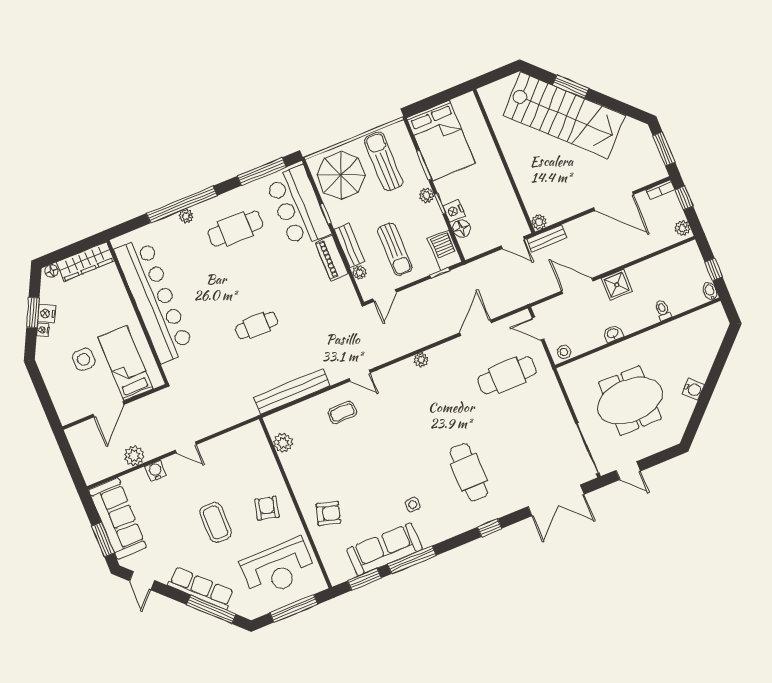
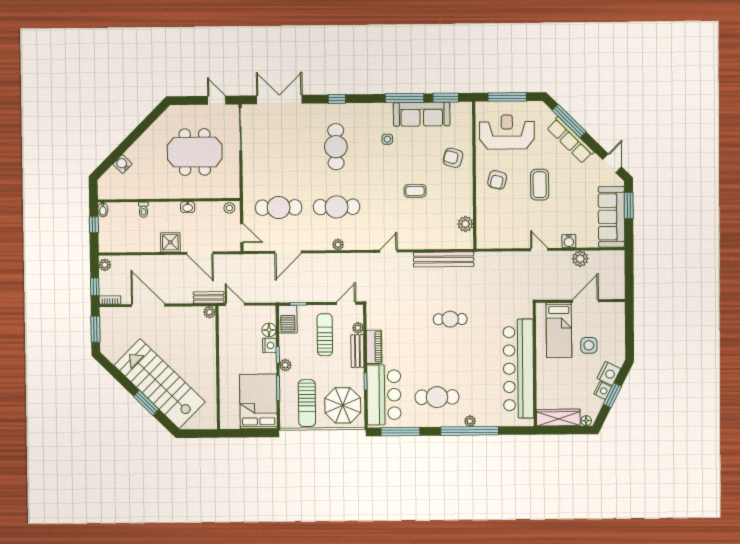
nightstand: (43, 330) -> (609, 373), width x1.89, depth x1.79
door: (360, 376) -> (388, 251), hinge flipped
water cooler: (693, 389) -> (122, 164), moved
cafe table: (440, 403) -> (337, 207), added
coffee table: (342, 413) -> (415, 191), moved

